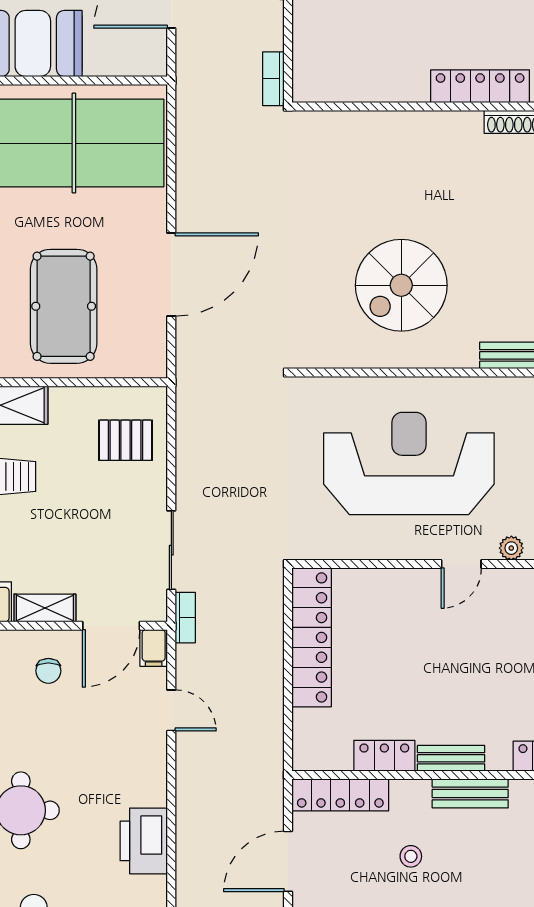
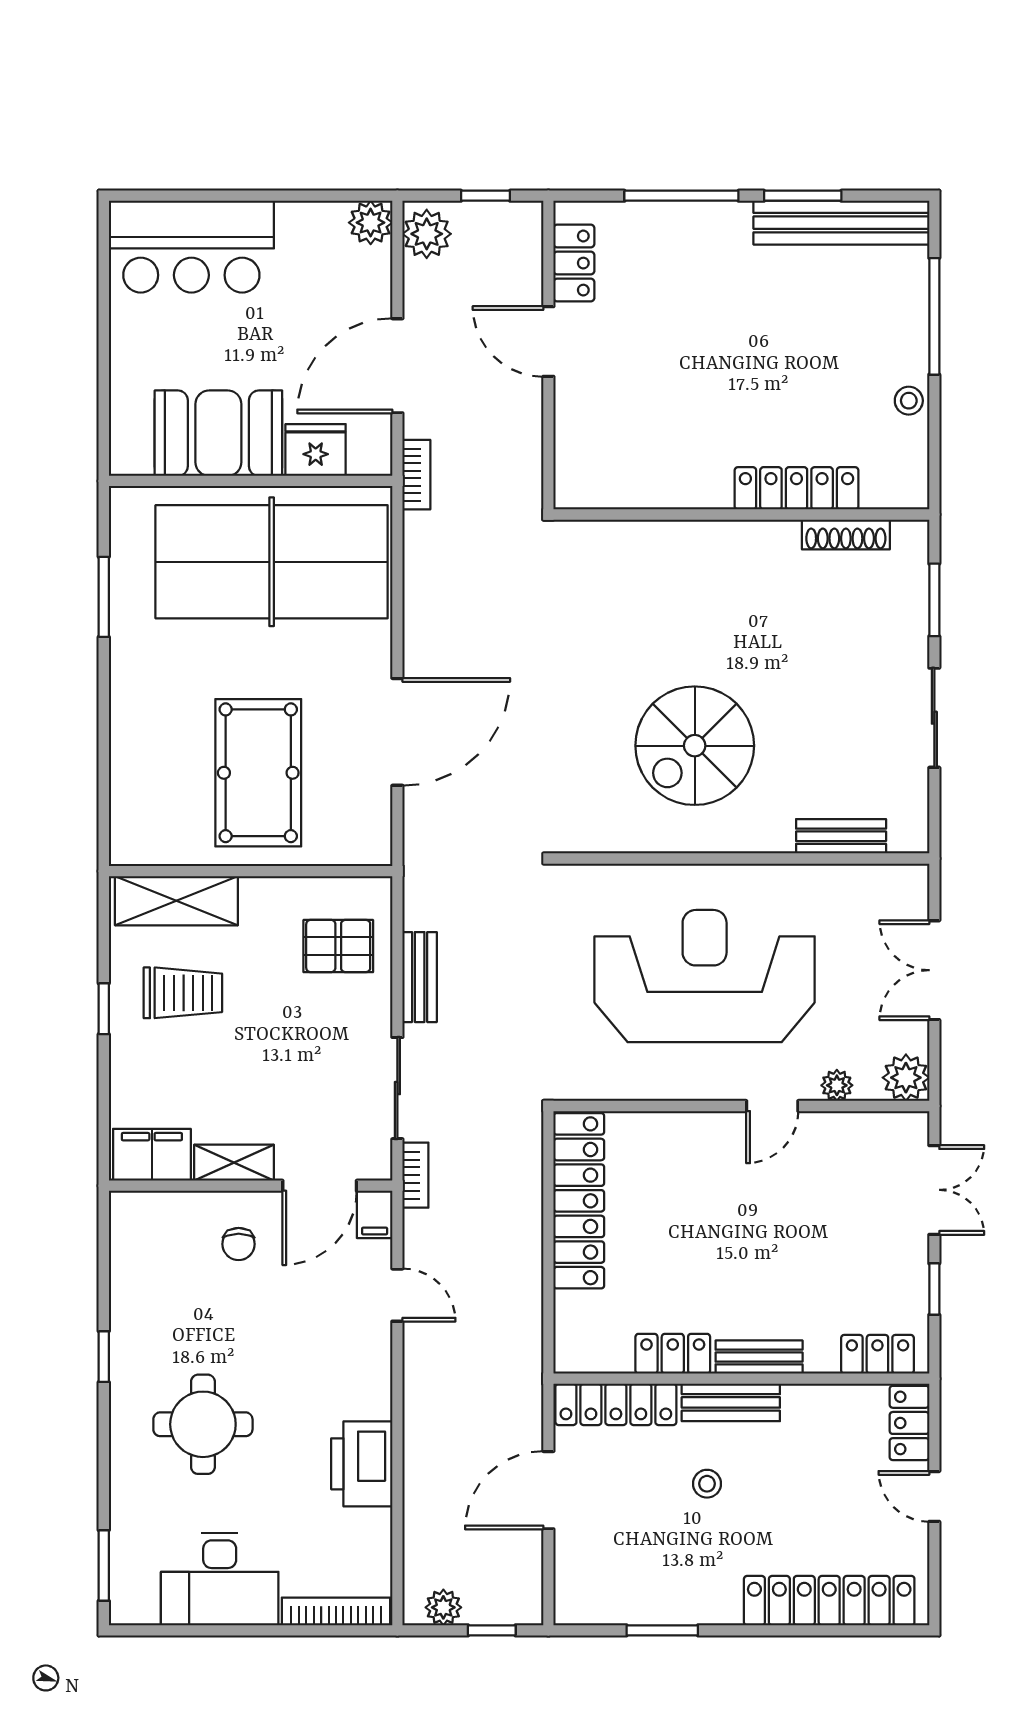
fridge: (108, 57) -> (316, 450), added
bookcase: (273, 79) -> (416, 475), moved, turned 180
bench: (188, 464) -> (420, 977), added
bench: (470, 793) -> (731, 1402), moved

